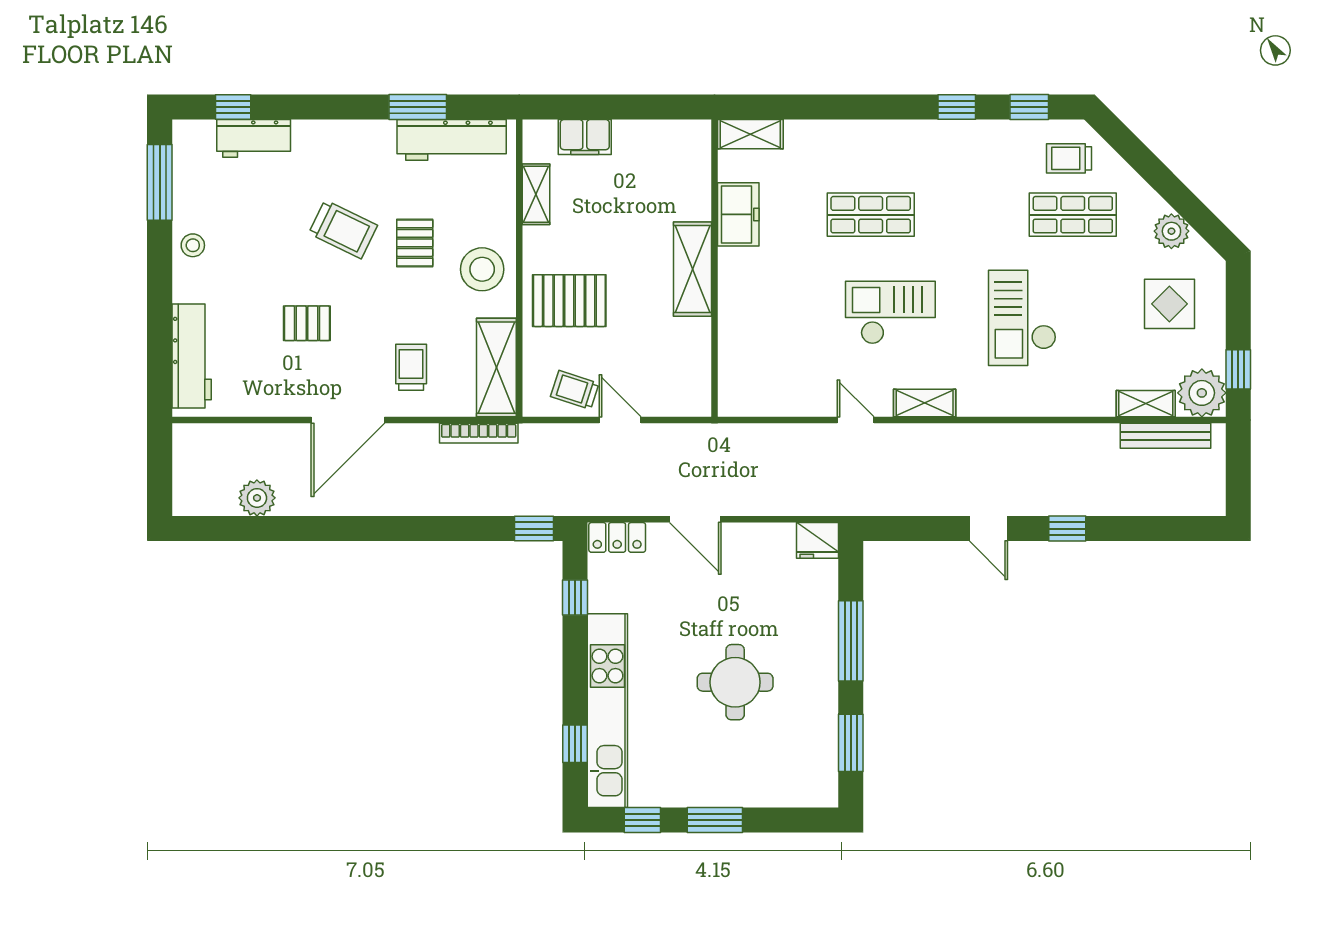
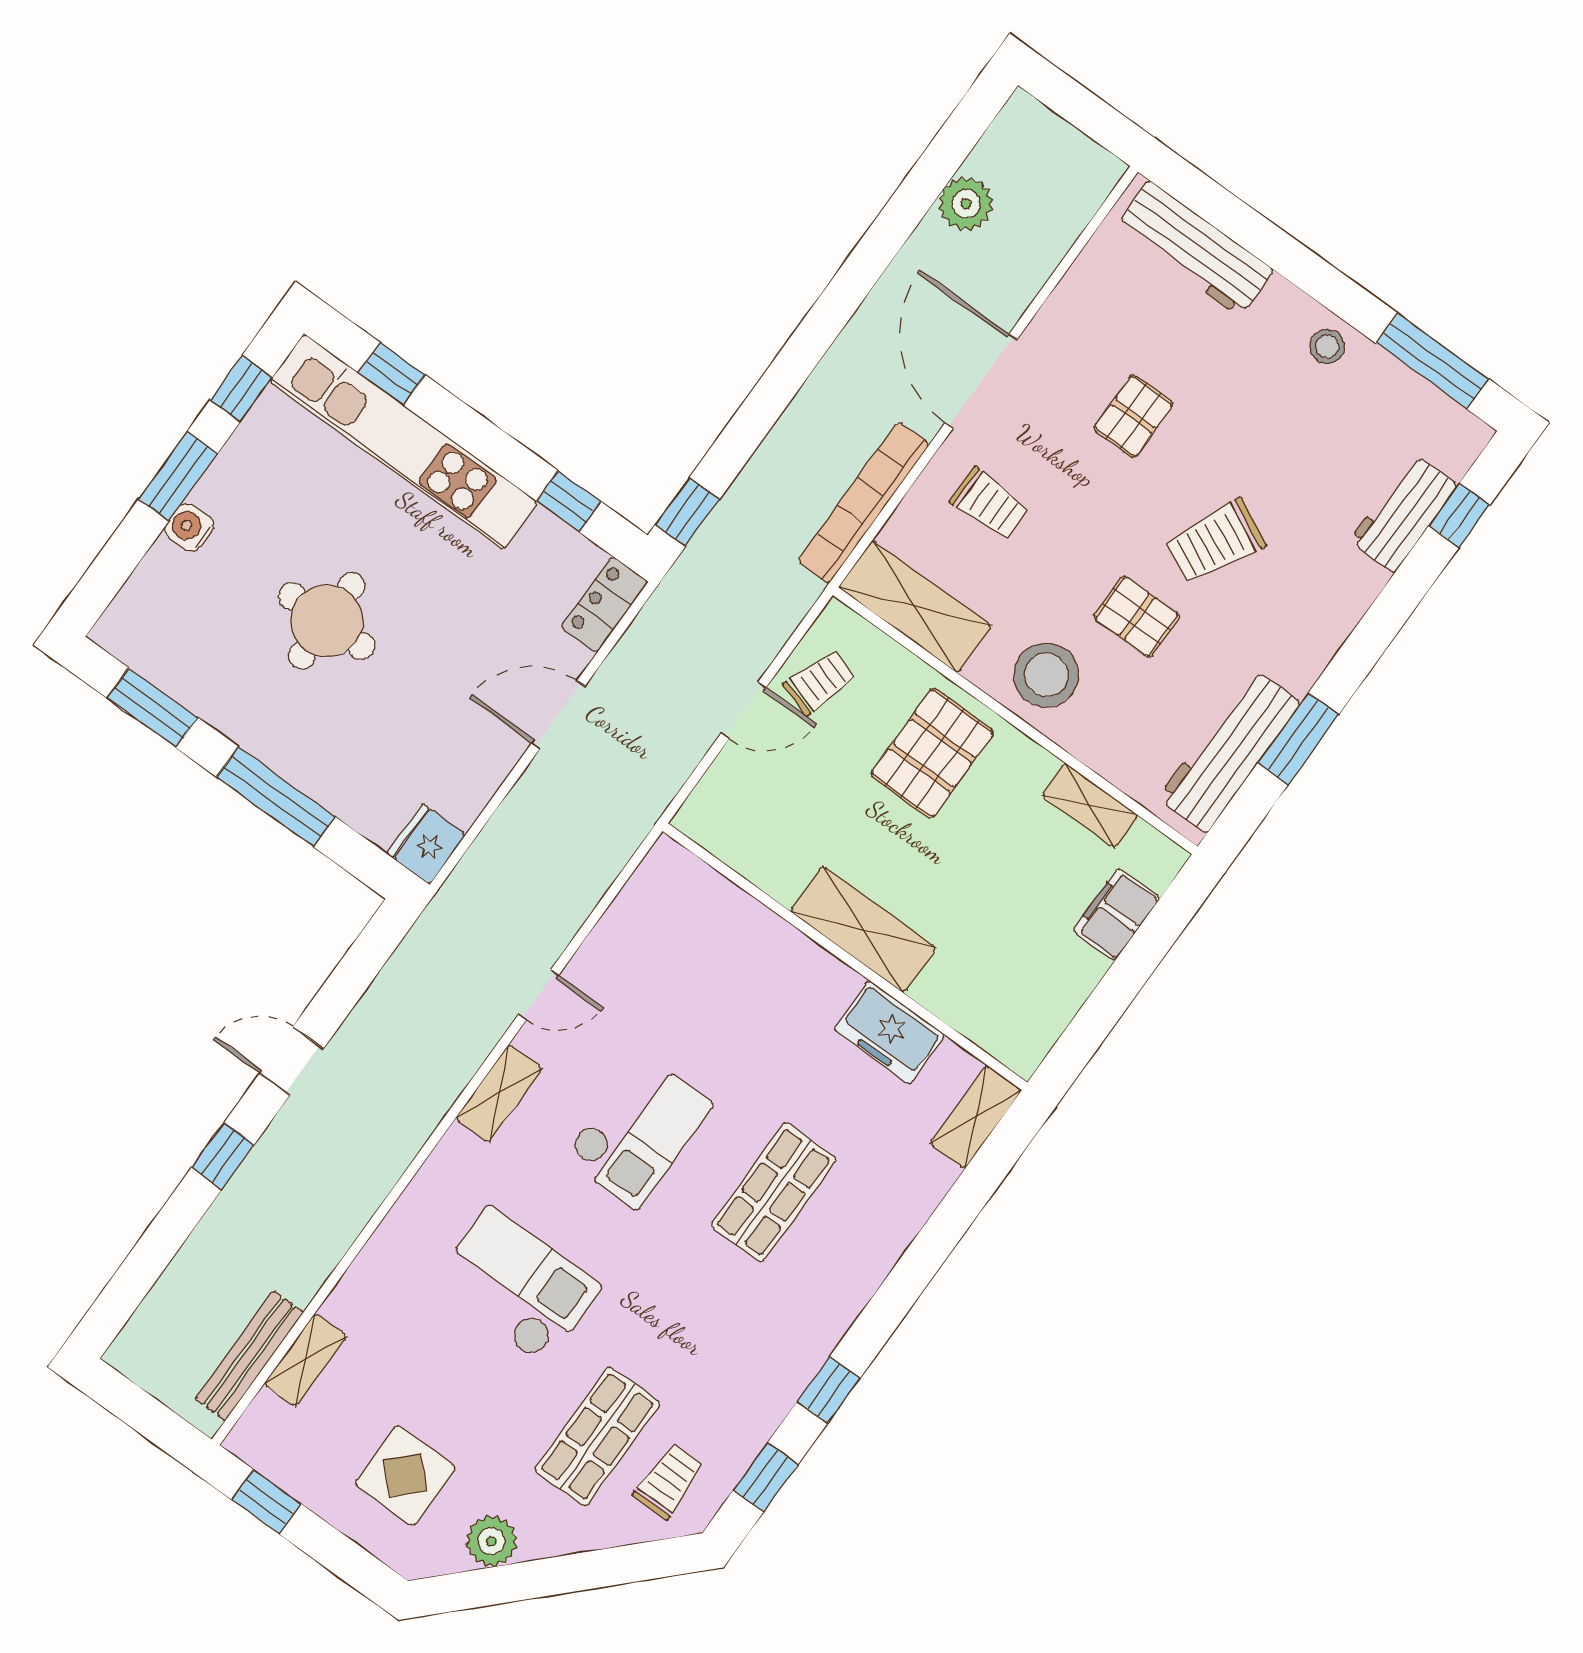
plant: (1202, 393) -> (270, 1437), removed
bookcase: (479, 433) -> (864, 503), width x1.48, depth x1.31
water cooler: (738, 794) -> (189, 527), added

